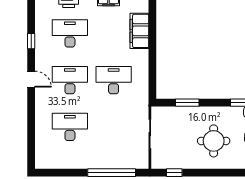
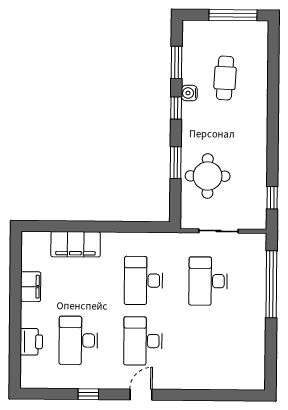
window: (187, 103) -> (176, 163), moved
desk: (70, 127) -> (208, 281), moved
round table: (214, 141) -> (208, 176), moved

